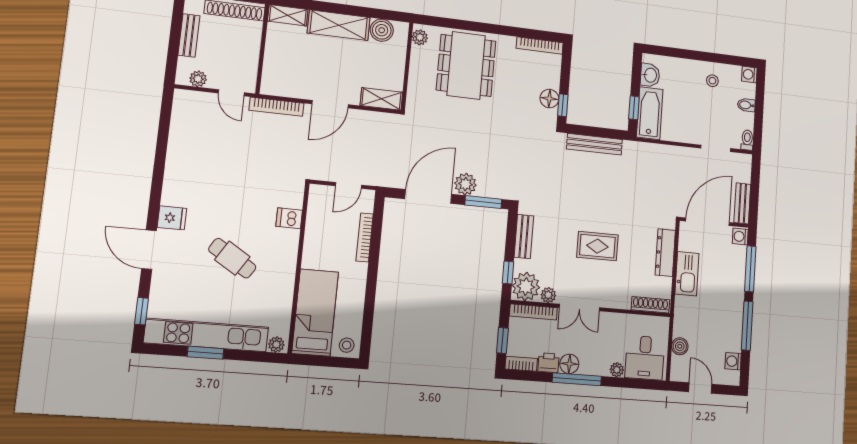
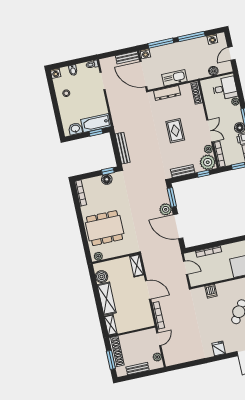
fridge: (172, 218) -> (219, 348), moved

